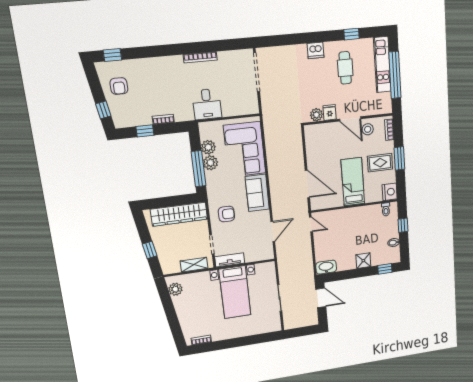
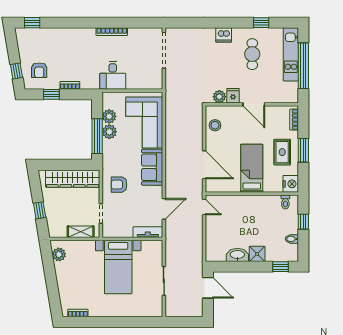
armchair: (119, 86) -> (39, 70), moved
stool: (368, 129) -> (215, 125), moved
rug: (380, 163) -> (282, 152), turned 90
armchair: (226, 214) -> (119, 185), turned 180
tv unit: (230, 260) -> (148, 232), moved
washbasin: (326, 267) -> (237, 255), moved

